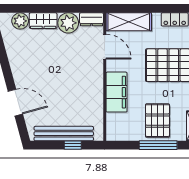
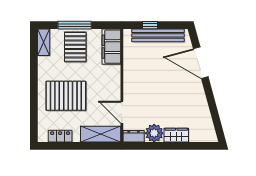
plant: (20, 21) -> (197, 135), removed
filing cabinet: (117, 92) -> (111, 47), moved
door: (15, 103) -> (201, 63), width x1.36

